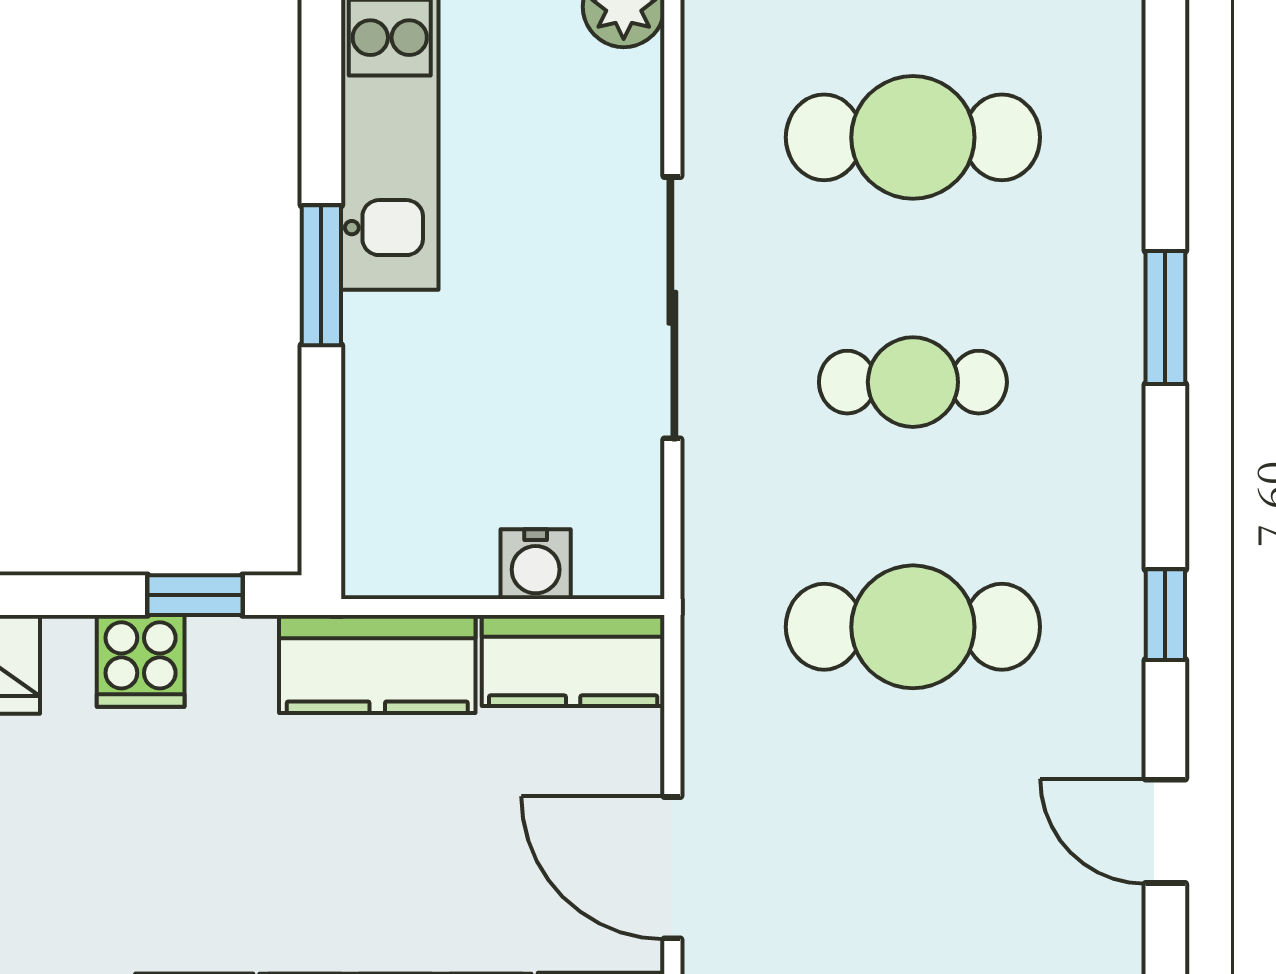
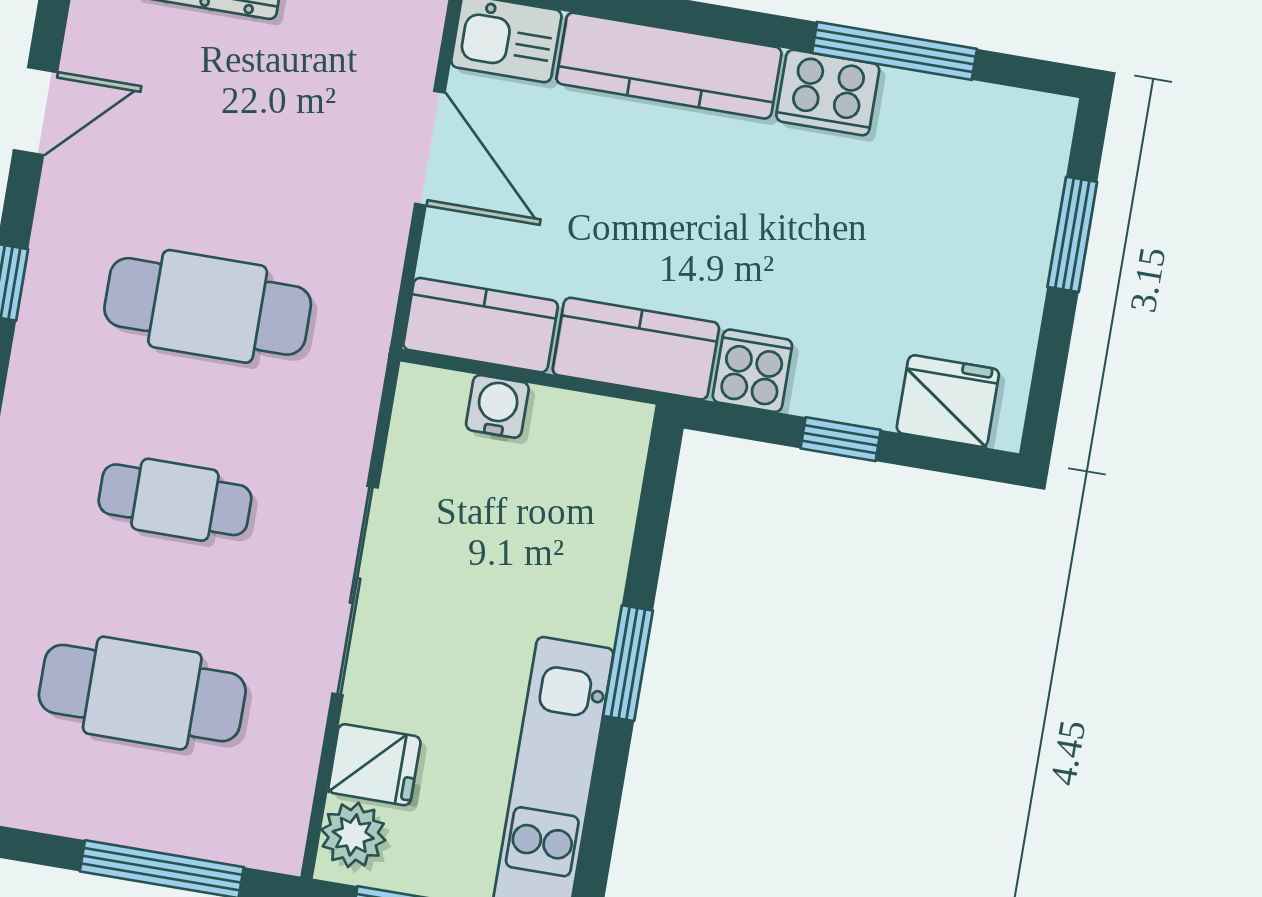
fridge: (612, 97) -> (374, 765), added
window: (195, 595) -> (841, 439), moved
cooker: (141, 661) -> (752, 371), moved
door: (1165, 831) -> (36, 111), hinge flipped

